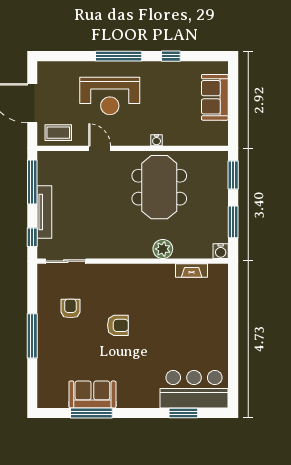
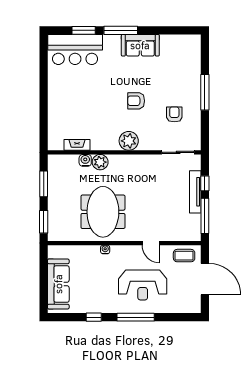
reception desk: (110, 96) -> (143, 285), turned 180
sofa: (215, 97) -> (58, 284), width x1.36
window: (32, 237) -> (205, 183), moved
water cooler: (221, 251) -> (85, 160), moved
plant: (127, 275) -> (129, 141), added
armchair: (70, 308) -> (174, 114), turned 180
sofa: (92, 395) -> (140, 45), moved
window: (91, 413) -> (121, 30), moved

